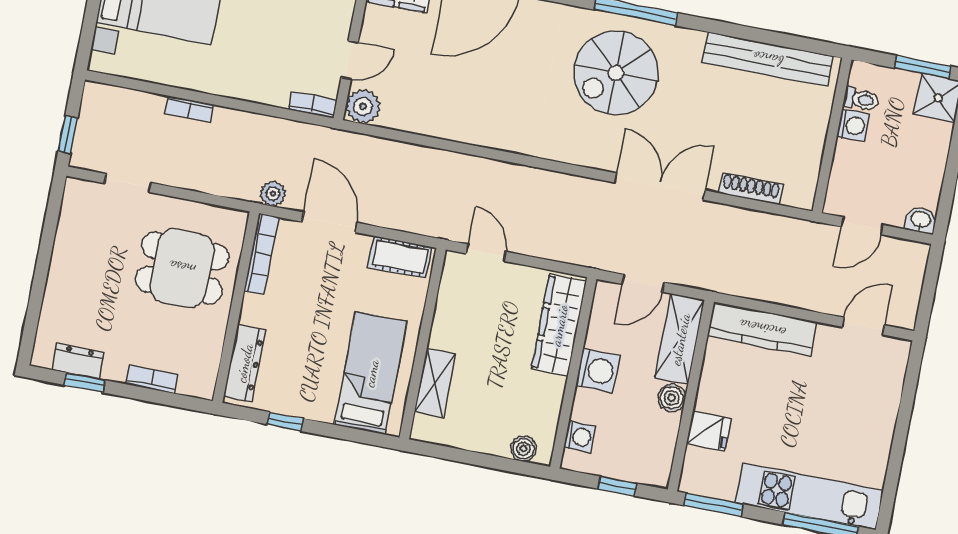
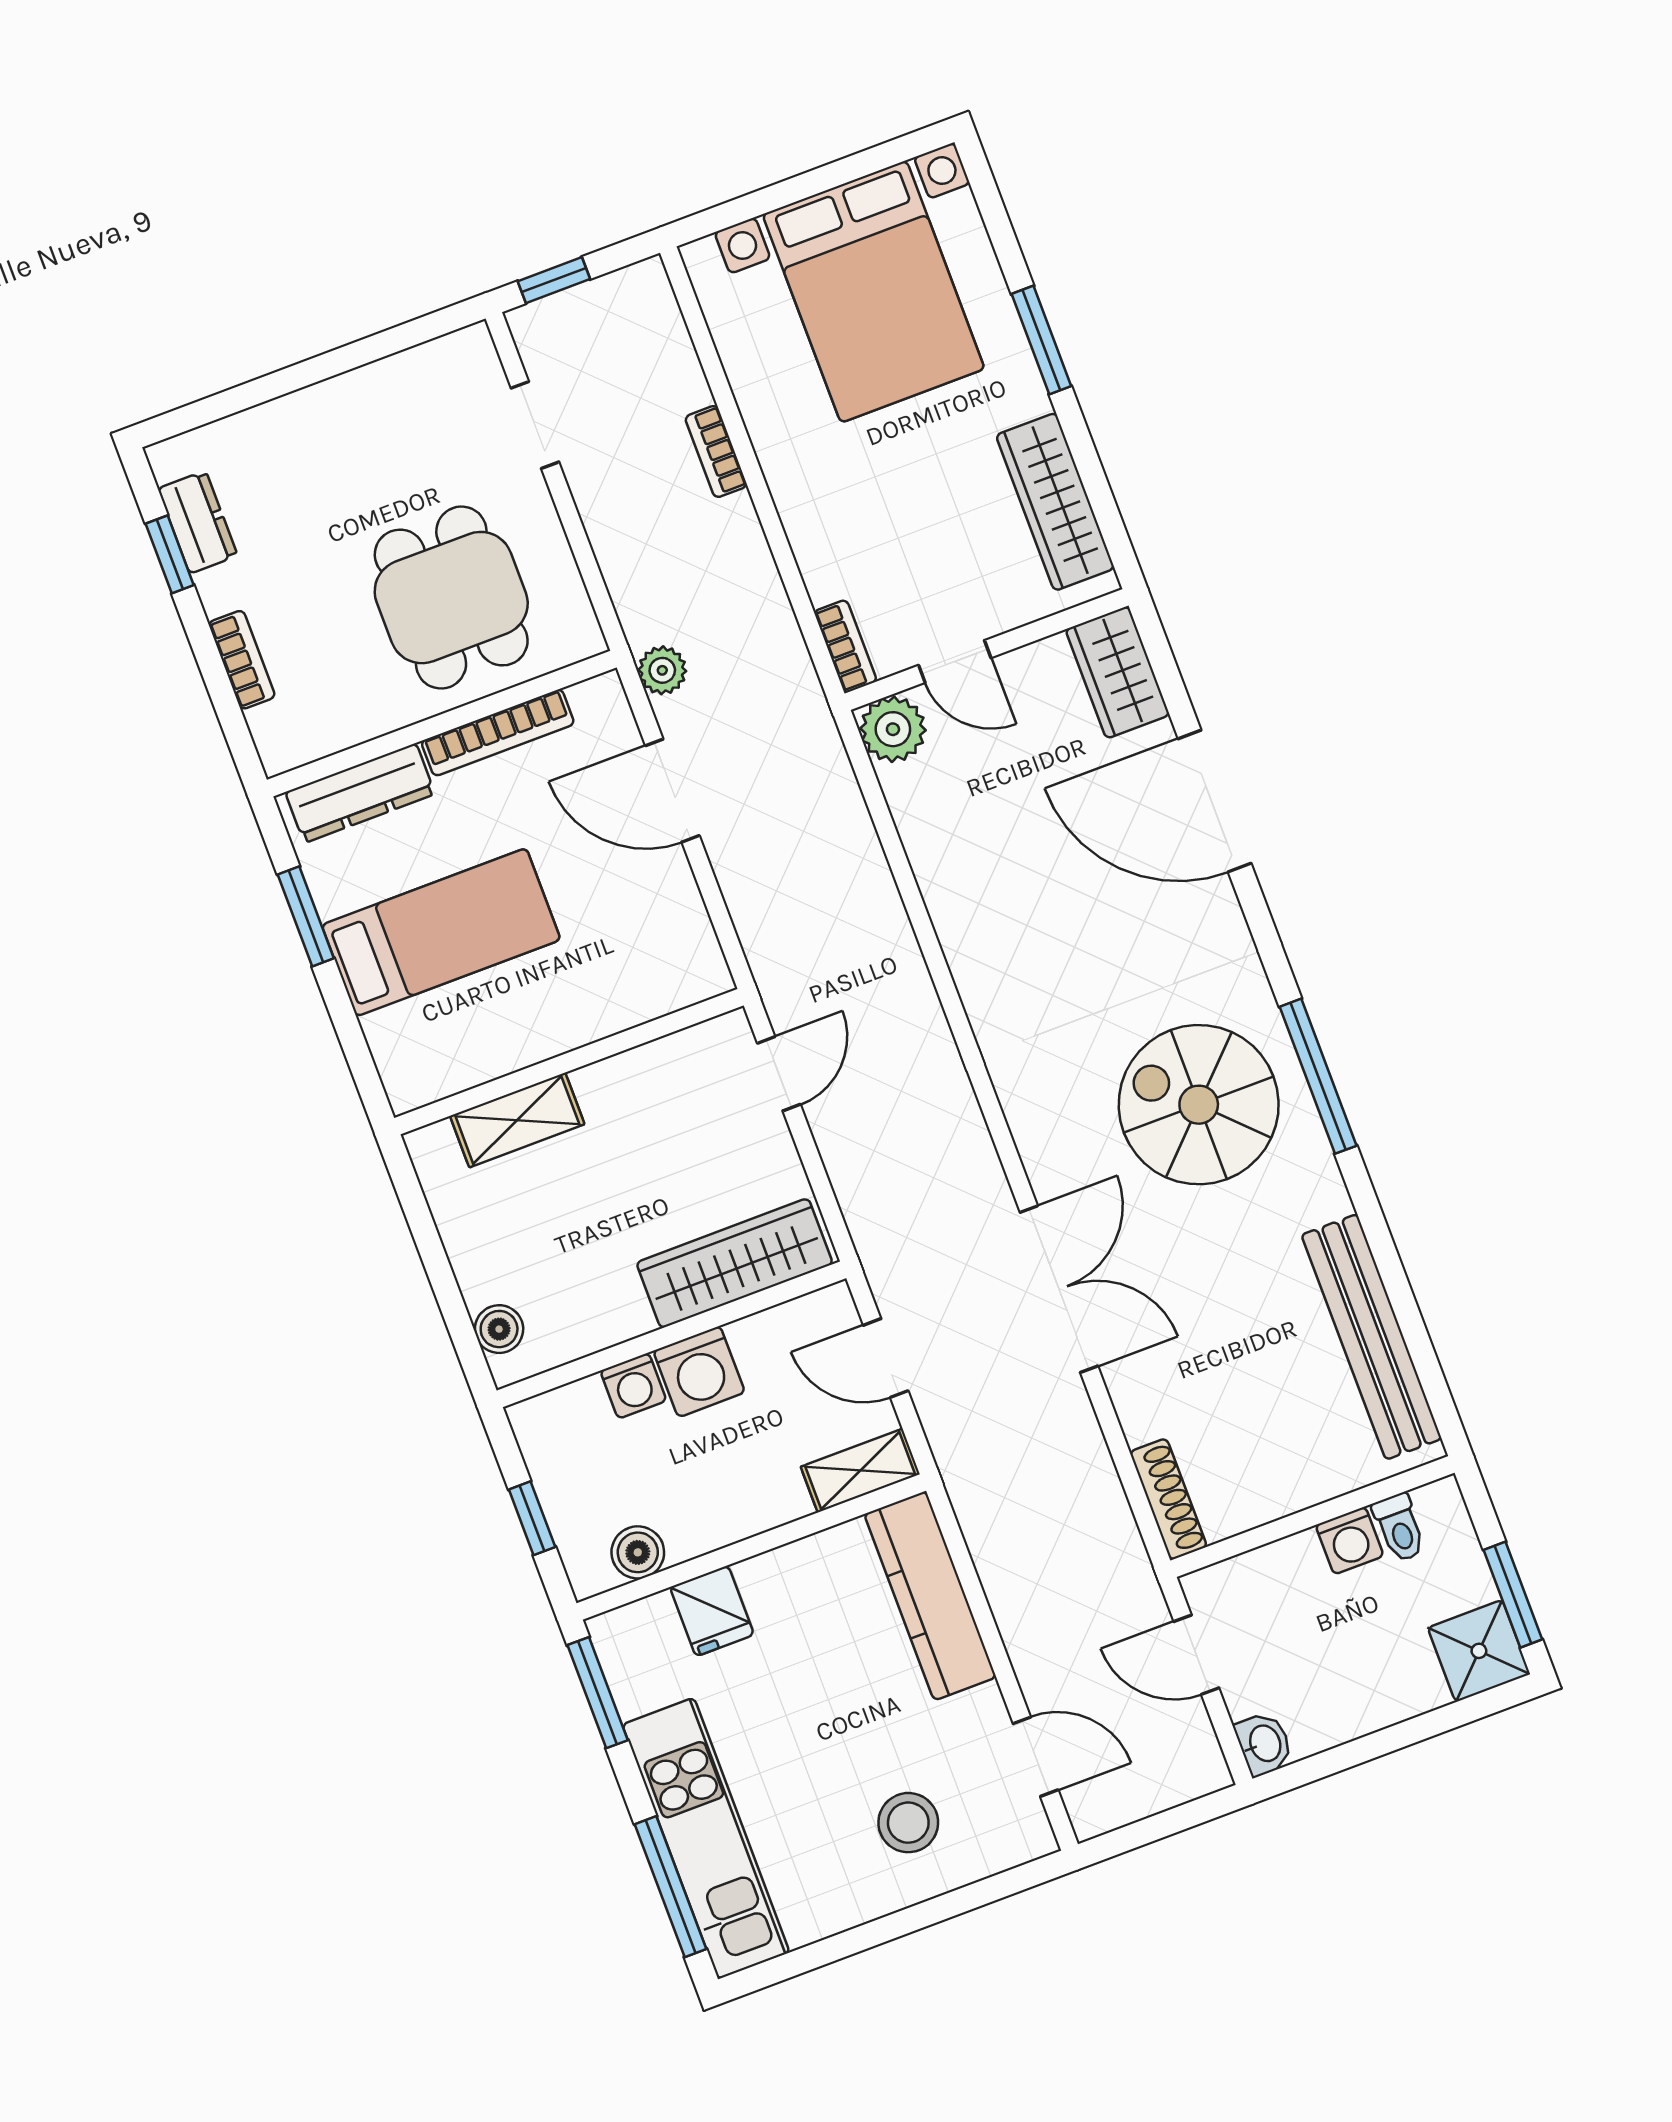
shoe rack: (751, 189) -> (1168, 1499), moved
door: (330, 222) -> (672, 791), swing flipped
bookcase: (261, 254) -> (498, 733), moved
cot: (400, 257) -> (686, 939), removed
shelving: (680, 339) -> (860, 1470), width x0.67, depth x0.75
bed: (371, 373) -> (441, 932), moved
boiler: (672, 398) -> (638, 1552), moved
stool: (858, 401) -> (908, 1823), added
window: (285, 421) -> (306, 916), width x1.50
washing machine: (580, 437) -> (633, 1386), moved

